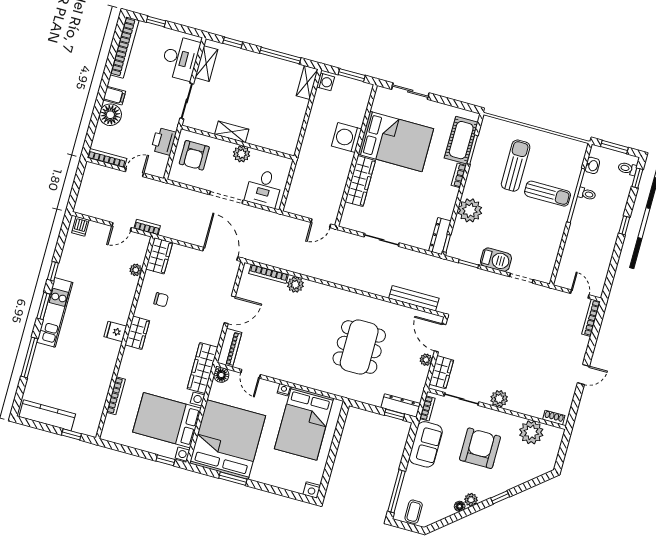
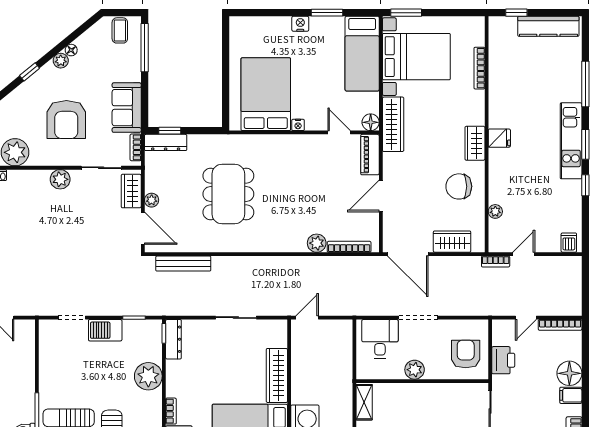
shelving: (232, 132) -> (364, 402), moved, turned 90
wardrobe: (159, 256) -> (452, 242), moved, turned 90
chair: (161, 300) -> (459, 186), width x1.87, depth x1.87
bed: (228, 440) -> (362, 54), width x0.49
window: (165, 460) -> (406, 13), width x1.50
nightstand: (312, 490) -> (300, 24), moved

